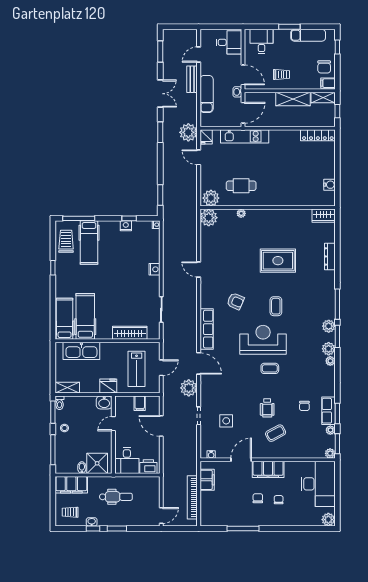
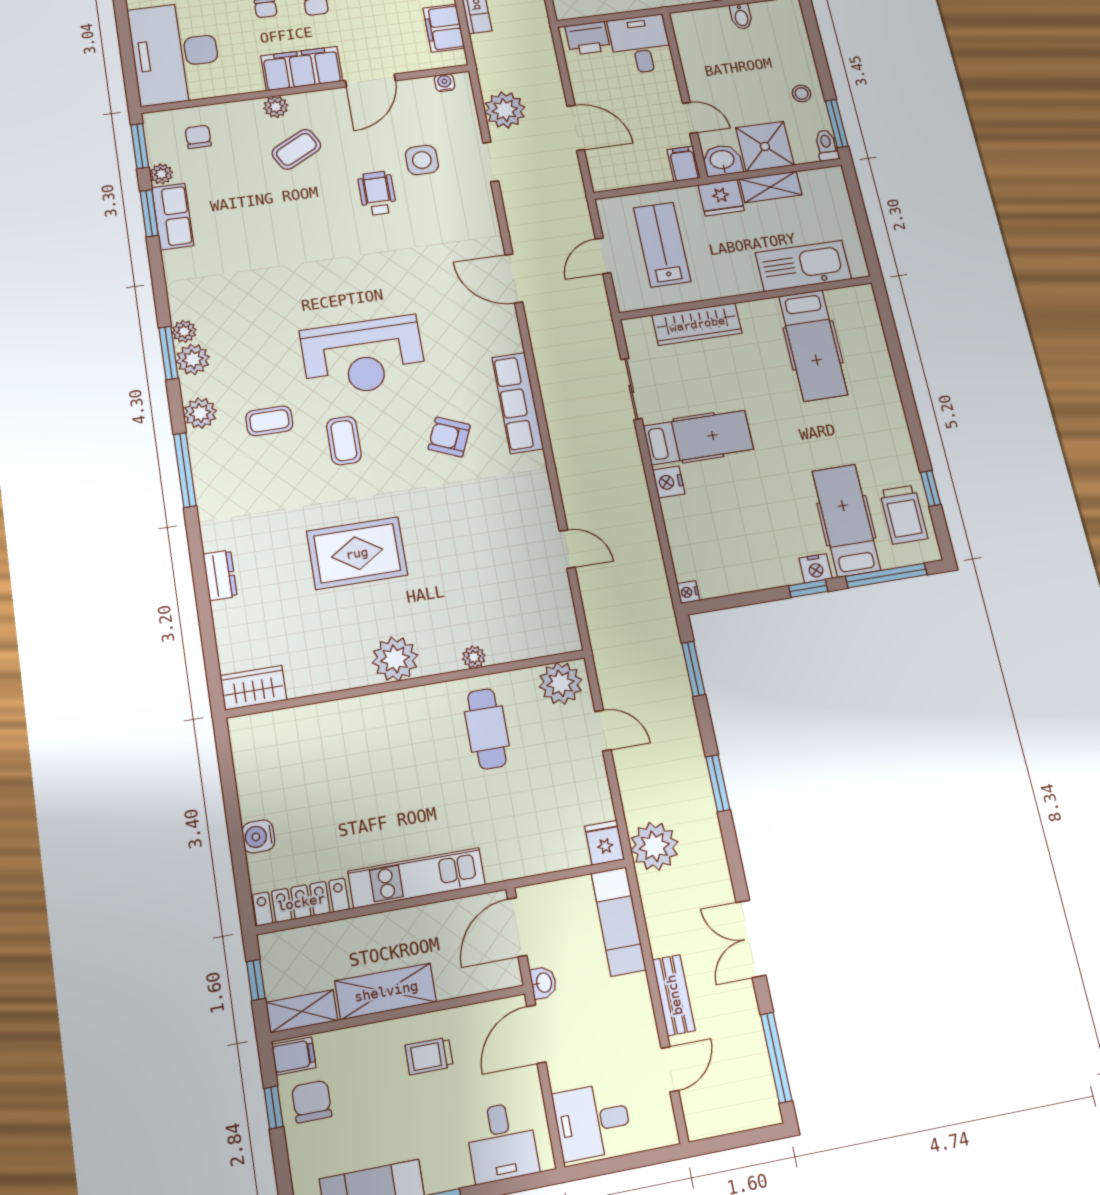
window: (337, 47) -> (274, 1107), moved
window: (160, 51) -> (776, 1057), width x1.44
door: (243, 75) -> (536, 1034), hinge flipped
exam couch: (207, 94) -> (619, 921), moved
window: (160, 132) -> (718, 783), moved
kitchen unit: (245, 136) -> (417, 878), moved
door: (199, 157) -> (603, 731), moved
water cooler: (329, 185) -> (258, 836), moved
cafe table: (241, 186) -> (487, 729), turned 90
window: (129, 218) -> (808, 589), moved
plant: (209, 218) -> (395, 659), moved
nightstand: (126, 226) -> (816, 568), moved
dresser: (330, 256) -> (220, 575), width x0.70
window: (53, 268) -> (930, 488), moved
door: (199, 269) -> (567, 549), moved
hospital bed: (65, 319) -> (698, 438), moved, turned -90
row of seats: (207, 329) -> (518, 403), moved
window: (337, 336) -> (169, 353), moved
coffee table: (270, 368) -> (269, 421), moved
shelving: (67, 388) -> (771, 187), moved
plant: (189, 388) -> (505, 110), moved
filing cabinet: (140, 403) -> (684, 164), moved
chair: (304, 406) -> (198, 137), moved
wheelchair: (267, 408) -> (377, 193), moved
door: (113, 424) -> (690, 118), hinge flipped
window: (53, 450) -> (817, 45), removed
plant: (330, 453) -> (276, 107), moved
shower: (97, 463) -> (765, 146), moved

